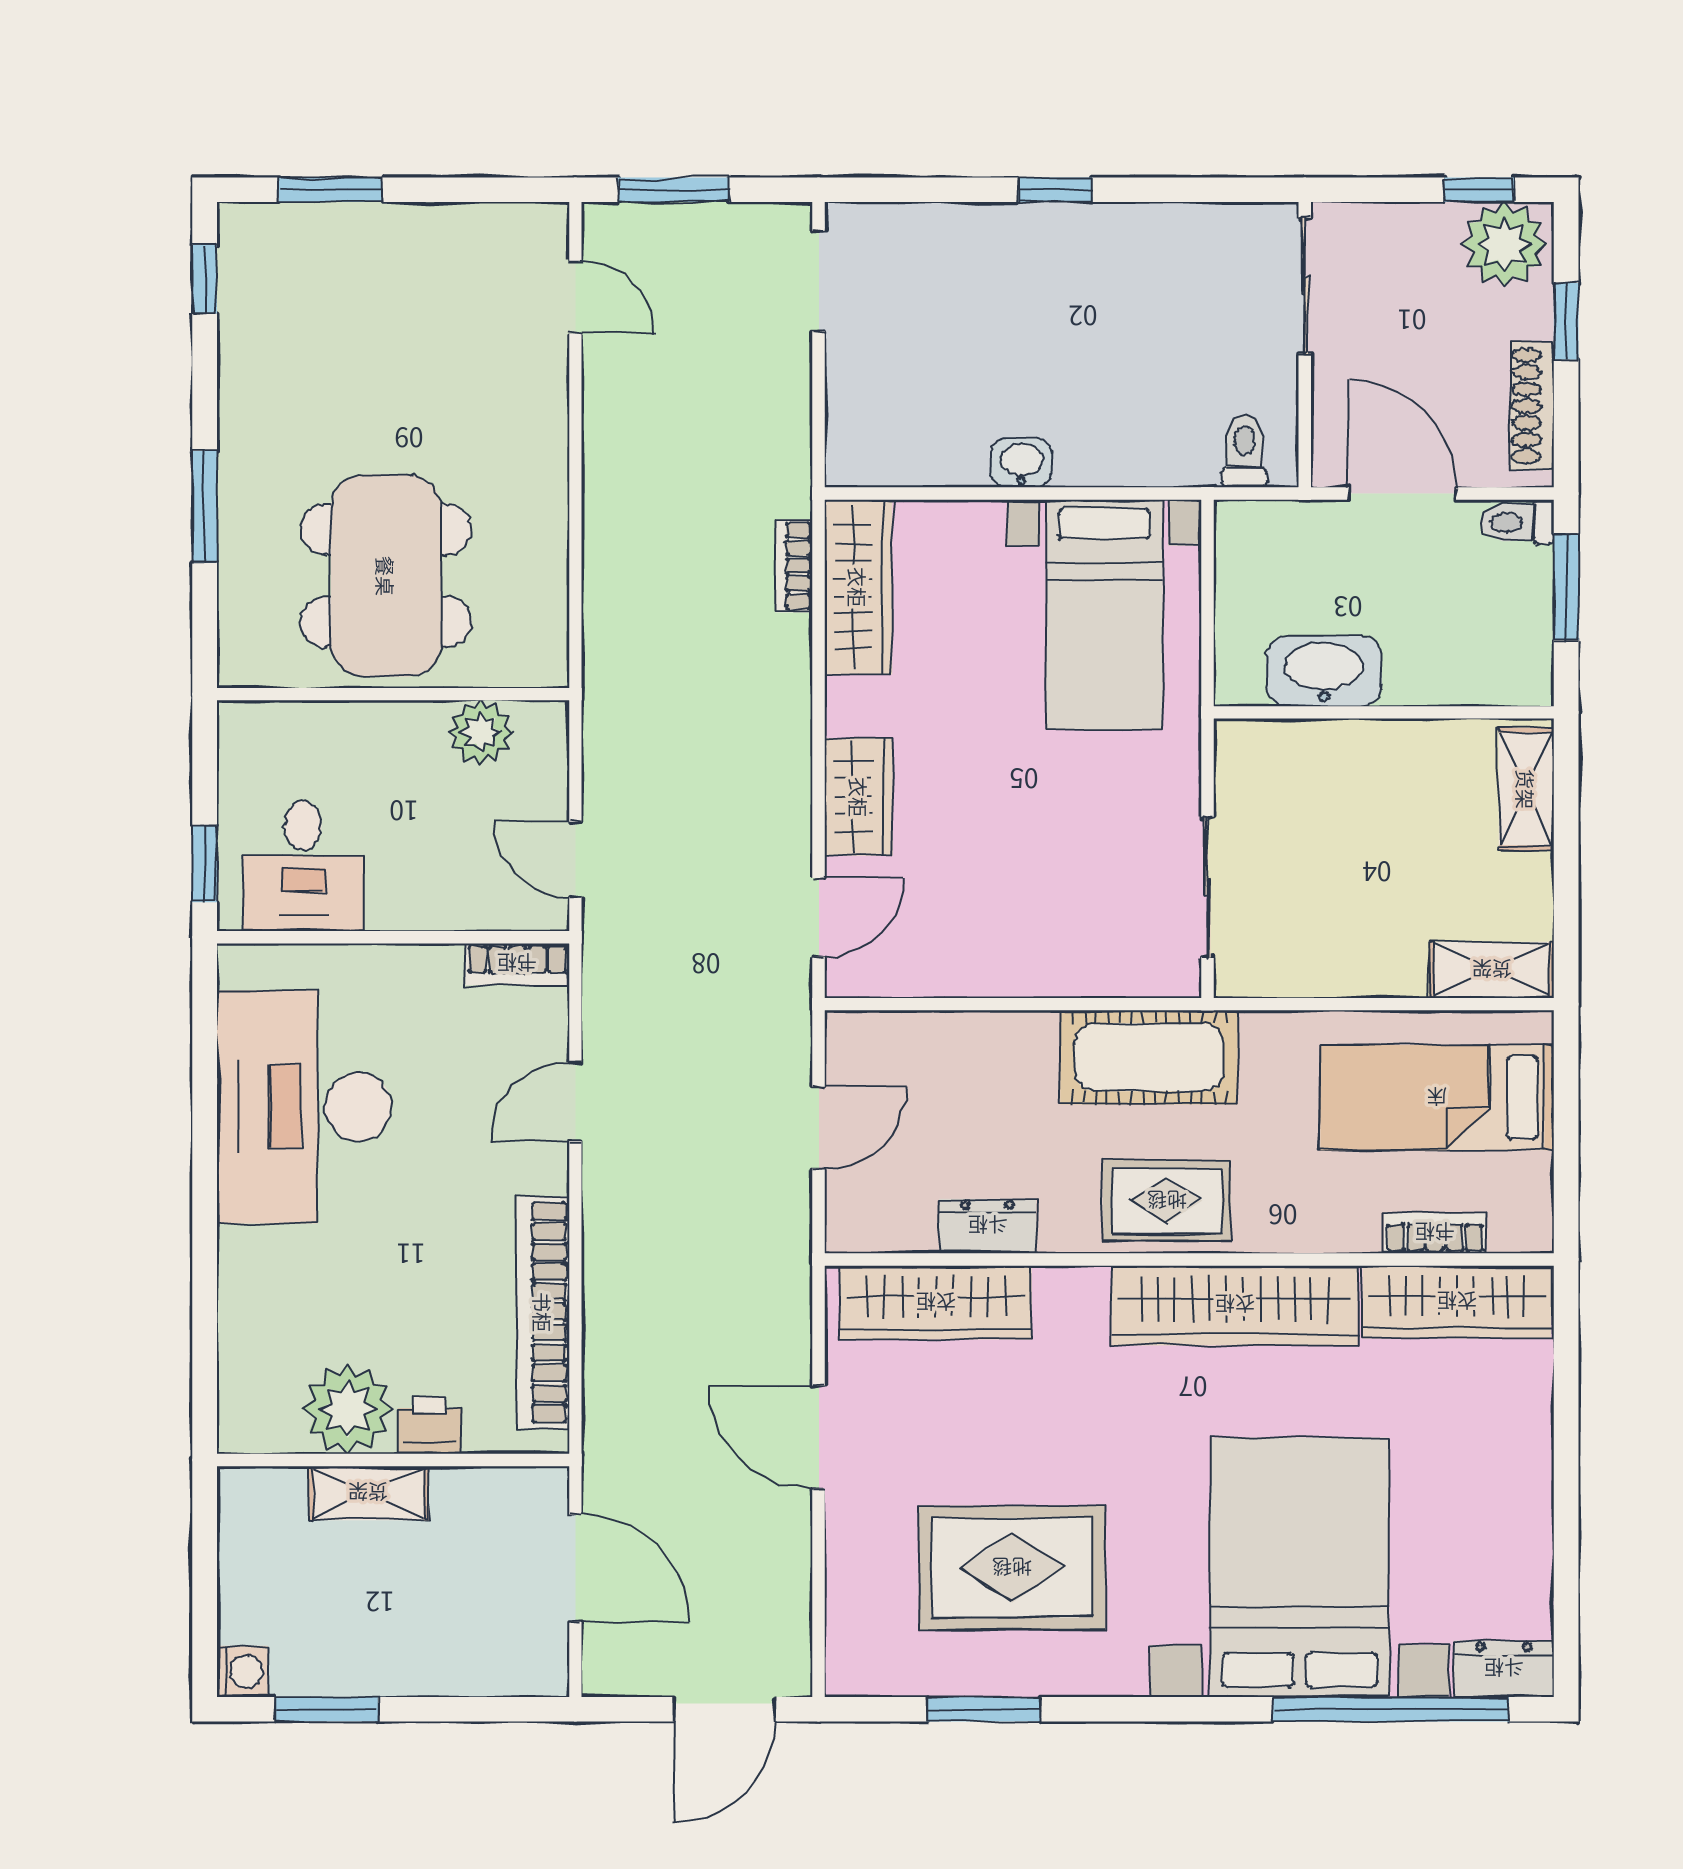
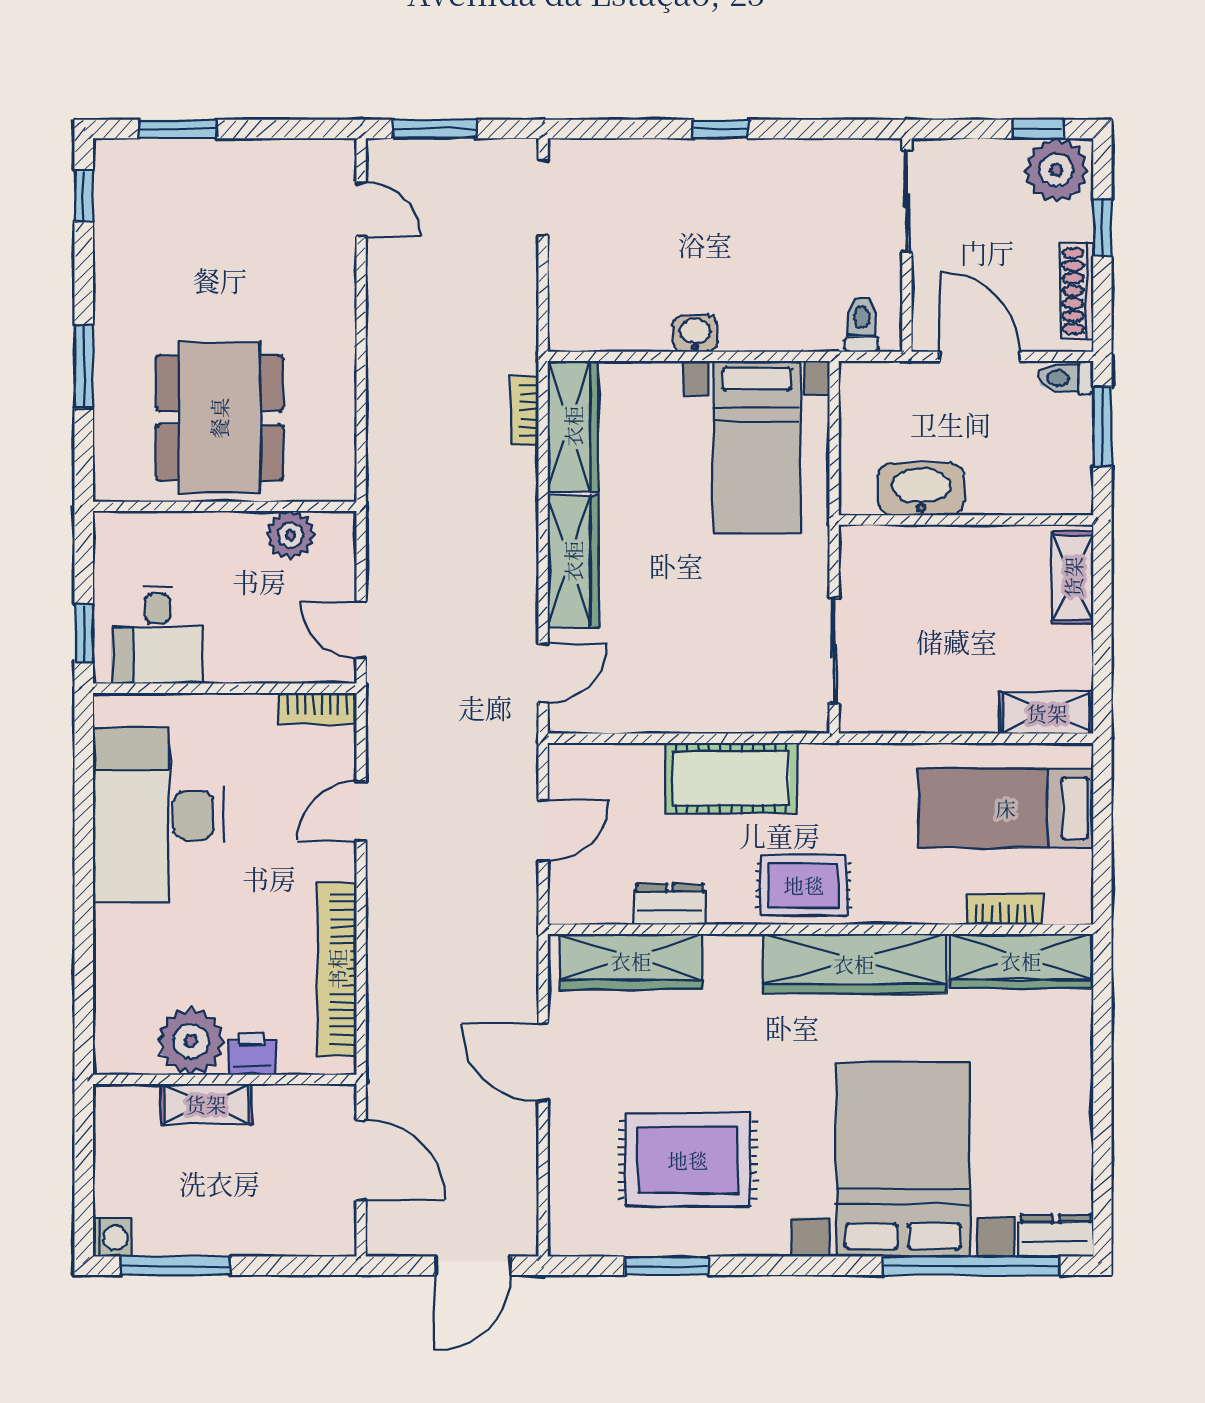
wardrobe: (859, 797) -> (573, 561), width x1.50
cot: (1149, 1057) -> (731, 778), moved
window: (327, 1709) -> (175, 1266), width x1.44

